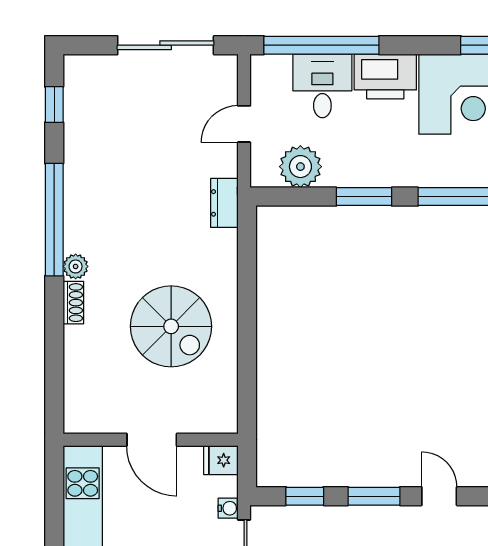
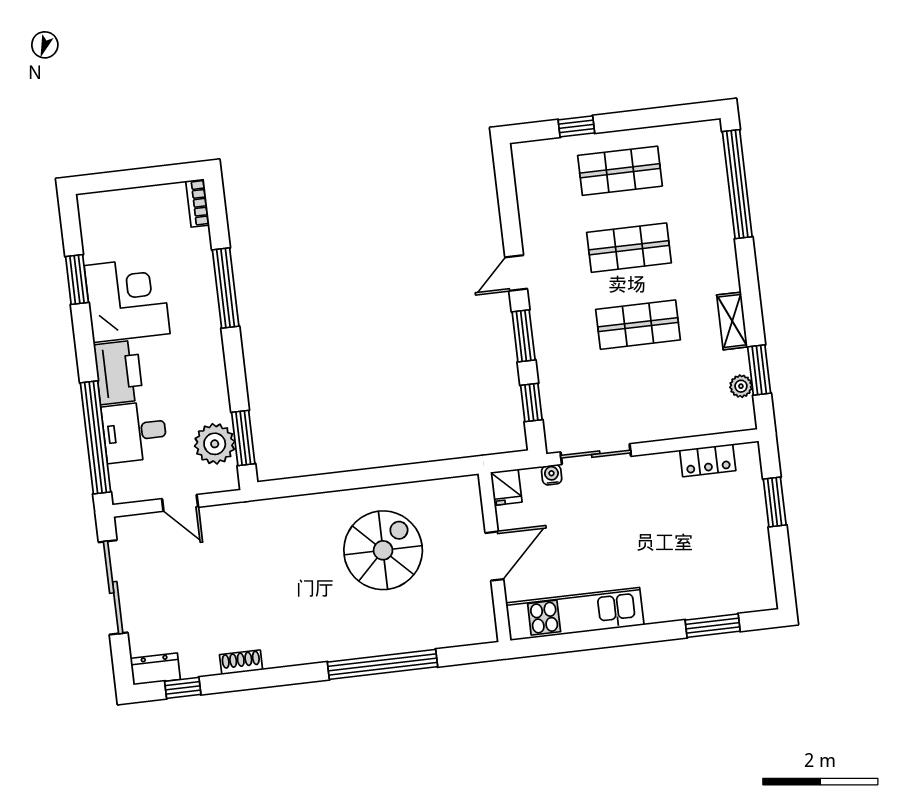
window: (364, 197) -> (243, 438), moved
dresser: (224, 203) -> (155, 669), moved, turned 180
window: (54, 220) -> (382, 664), moved
plant: (76, 266) -> (336, 649), removed
shoe rack: (73, 303) -> (241, 662), moved

